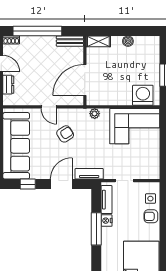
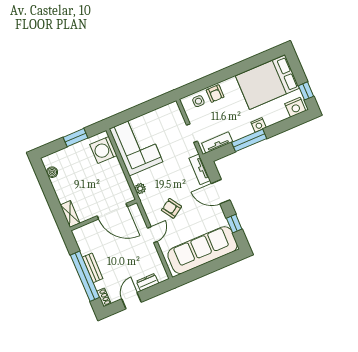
bench: (70, 41) -> (93, 268), moved
boiler: (128, 41) -> (52, 172), moved
nightstand: (107, 221) -> (259, 125), moved

